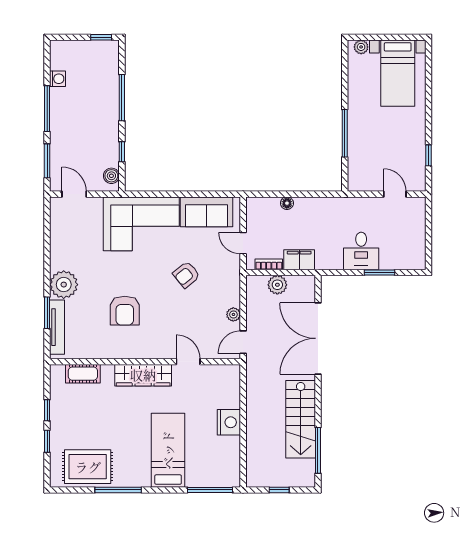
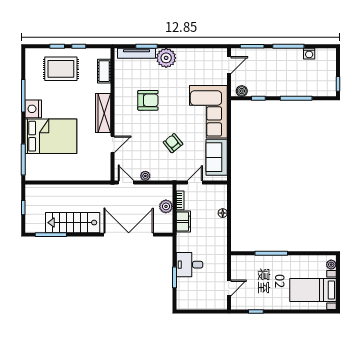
armchair: (125, 311) -> (148, 100), turned 180
nightstand: (229, 422) -> (33, 109), moved, turned 90
bed: (168, 450) -> (51, 136), width x1.50
rug: (88, 467) -> (61, 69), moved, turned 90

